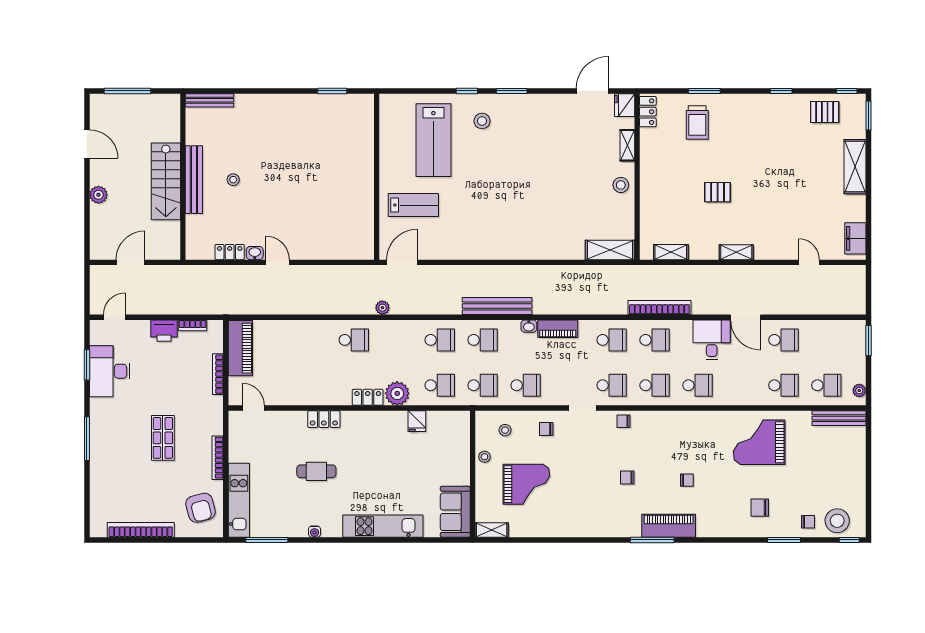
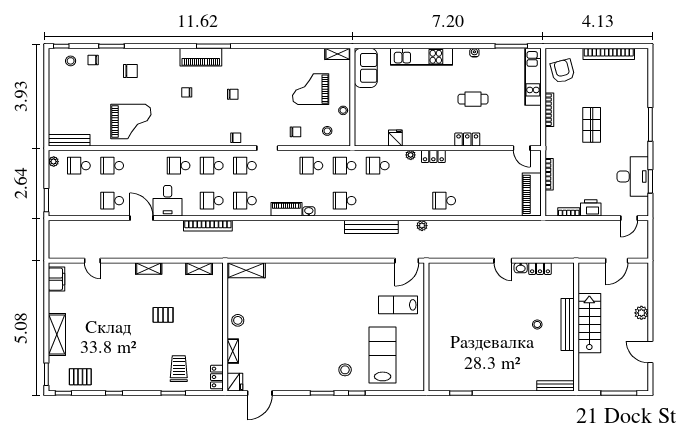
bench: (497, 306) -> (371, 227), moved
school desk: (440, 340) -> (378, 201), removed
plant: (397, 393) -> (411, 155), width x0.53, depth x0.53
stool: (837, 521) -> (71, 61), width x0.53, depth x0.53

